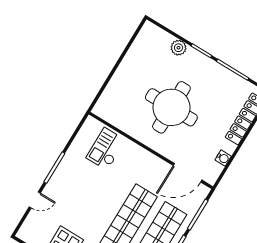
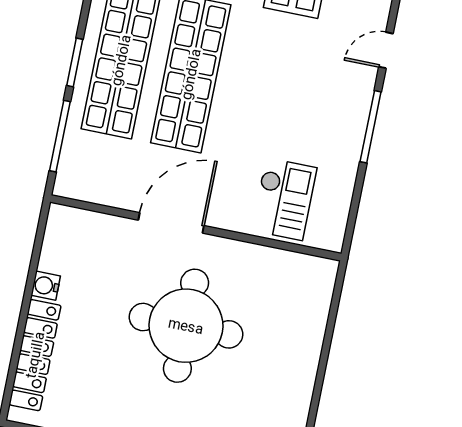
water cooler: (223, 158) -> (46, 286), moved
door: (188, 173) -> (171, 223), moved

